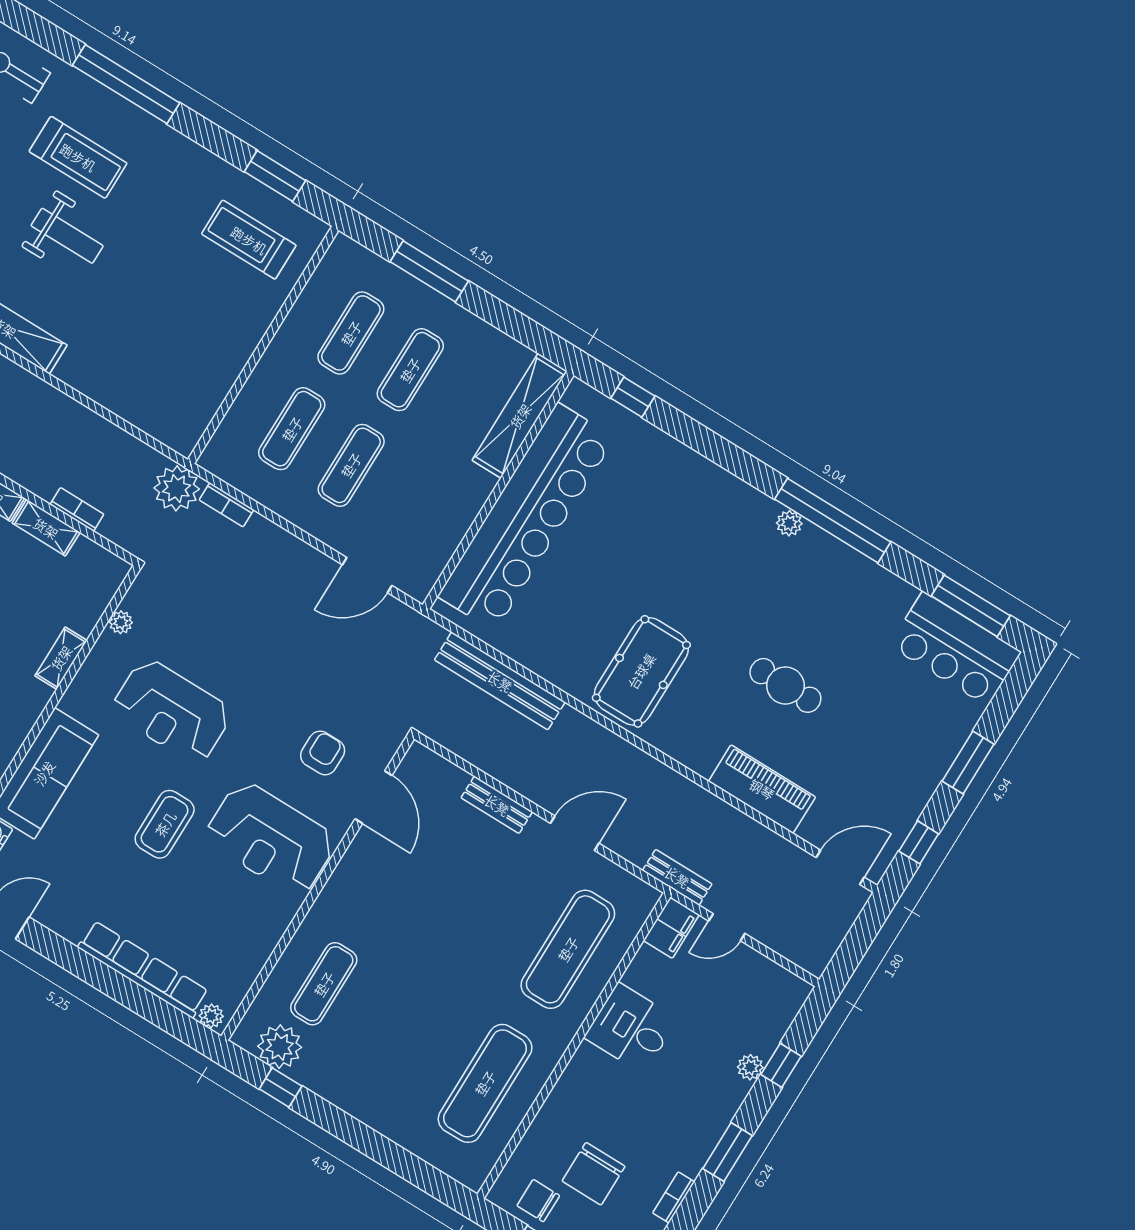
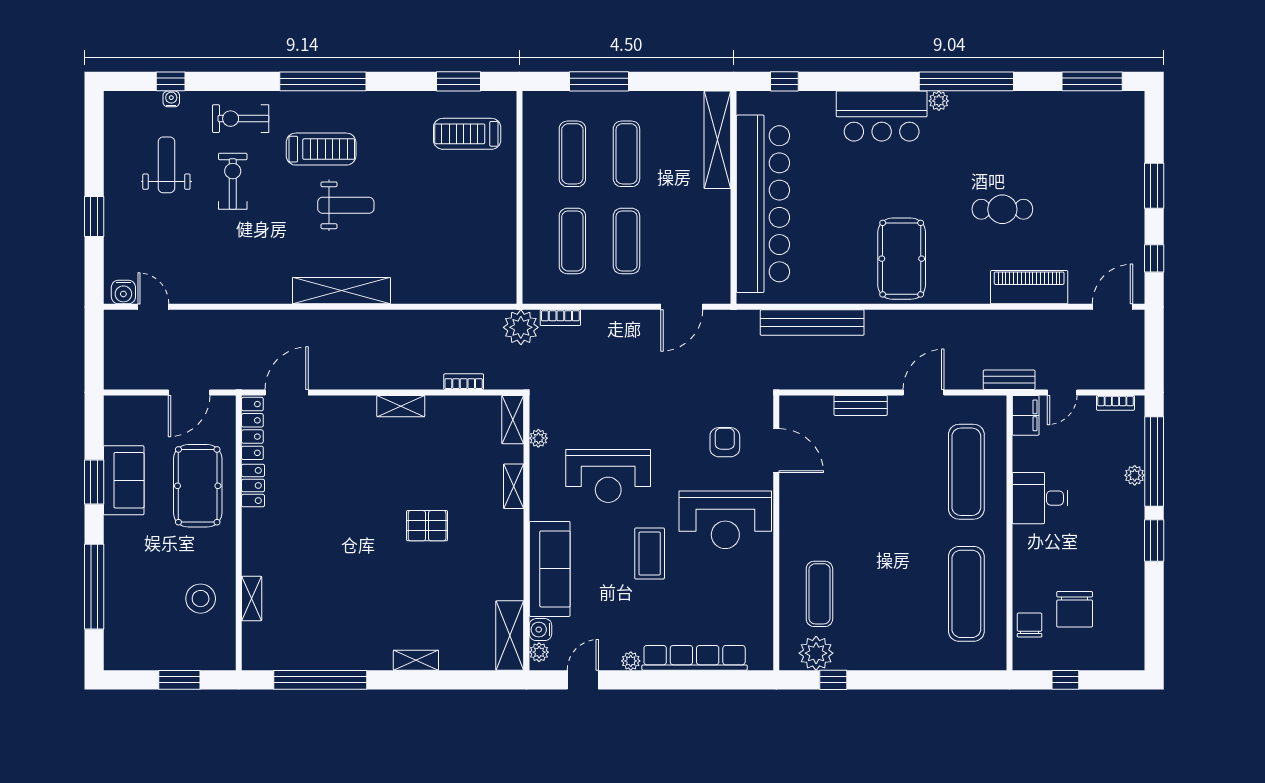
shelving: (46, 528) -> (513, 420), moved, turned 90
bar counter: (955, 649) -> (882, 116), moved
plant: (211, 1016) -> (631, 661), moved
window: (781, 1065) -> (1154, 462), width x3.17
bookcase: (674, 1197) -> (1116, 403), moved, turned -90
chair: (538, 1201) -> (1030, 625), moved, turned 90

